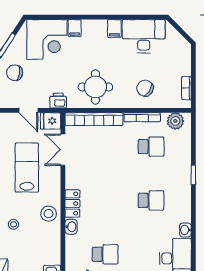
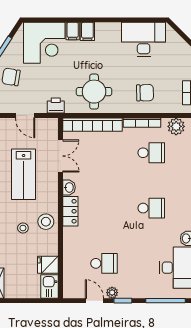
filing cabinet: (114, 28) -> (87, 31), moved
chair: (145, 88) -> (145, 93), turned 147
fridge: (51, 121) -> (48, 265), moved
double door: (63, 150) -> (60, 156), swing flipped
lab bench: (27, 168) -> (24, 174), turned 180
stool: (14, 224) -> (23, 228), moved
washbasin: (71, 227) -> (69, 187), moved

